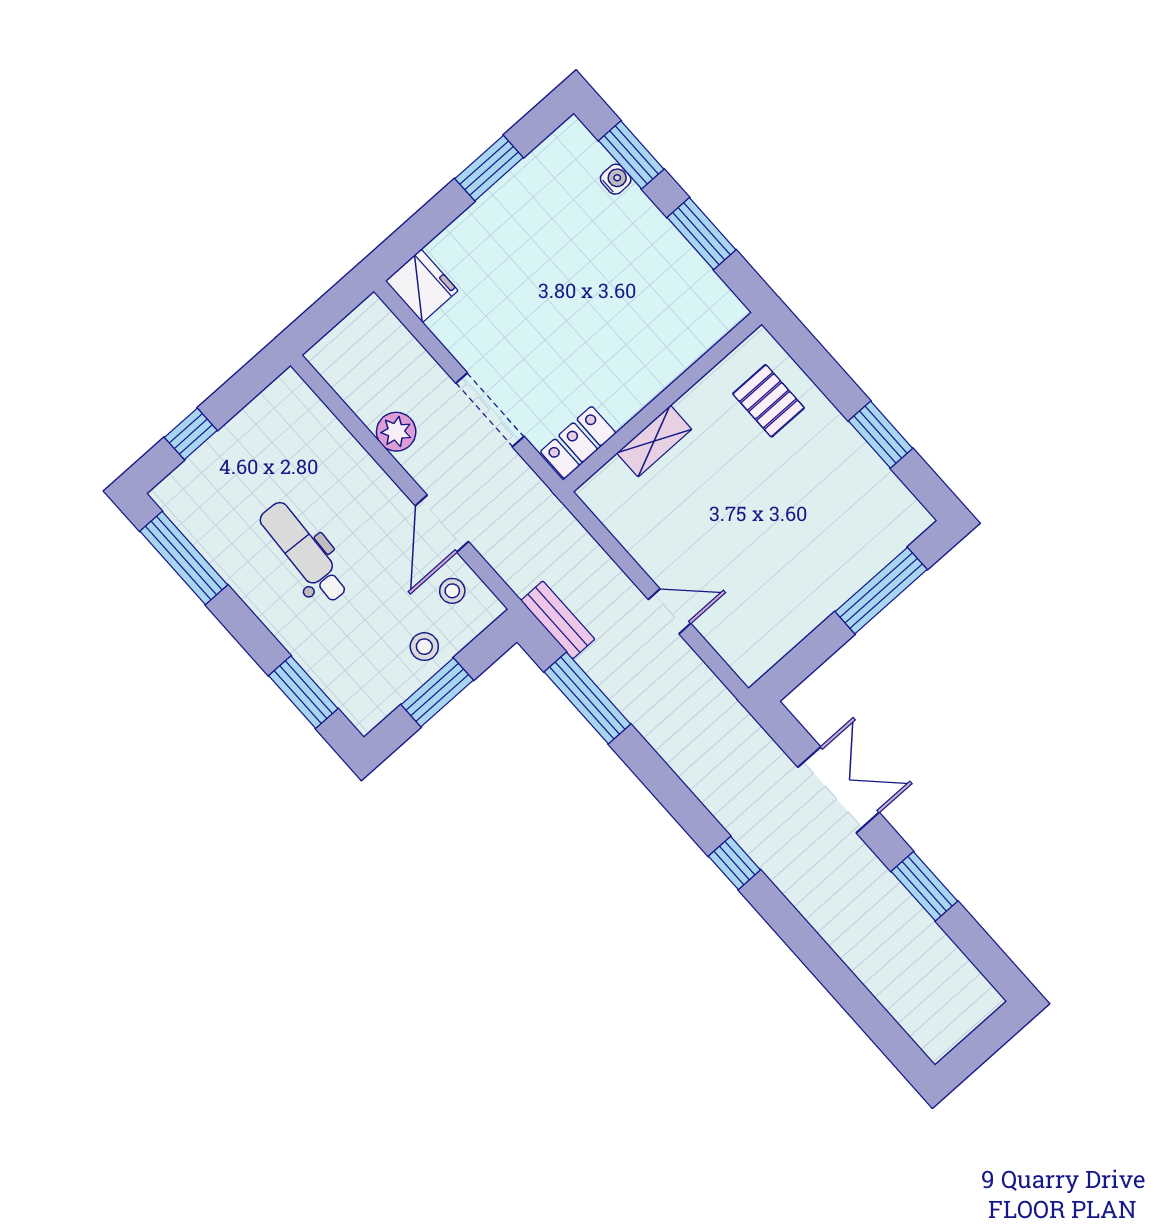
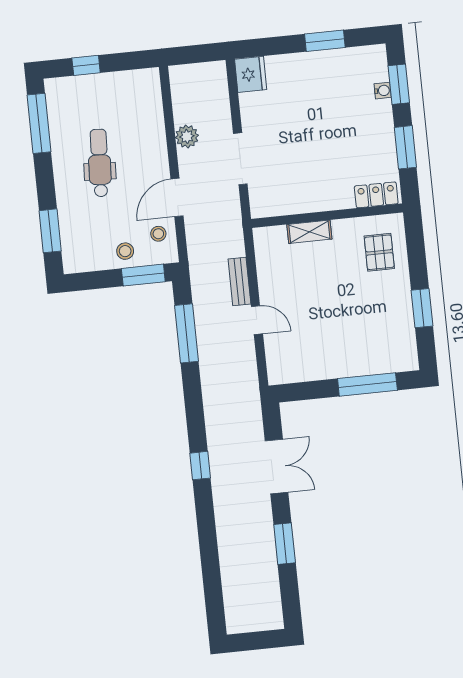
locker: (578, 442) -> (376, 195), moved
bench: (558, 620) -> (239, 281), moved
window: (437, 692) -> (143, 275), moved

